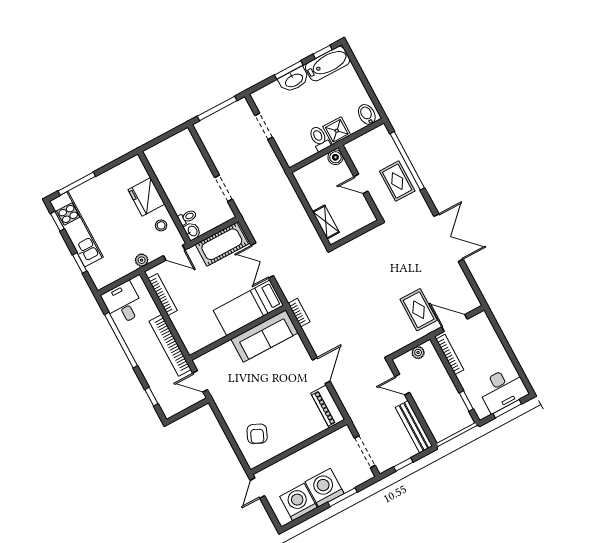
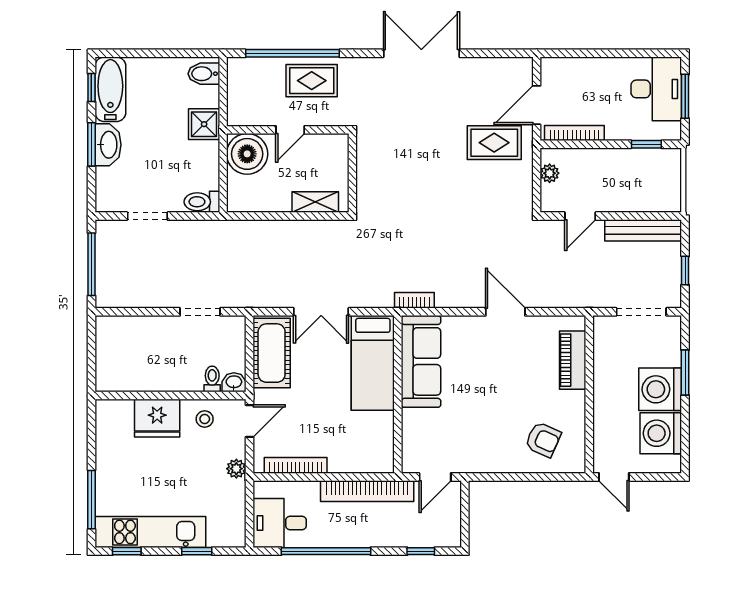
toilet: (319, 138) -> (202, 202), moved
boiler: (335, 157) -> (247, 154), width x1.86, depth x1.86
piano: (328, 406) -> (573, 360), moved, turned 90

